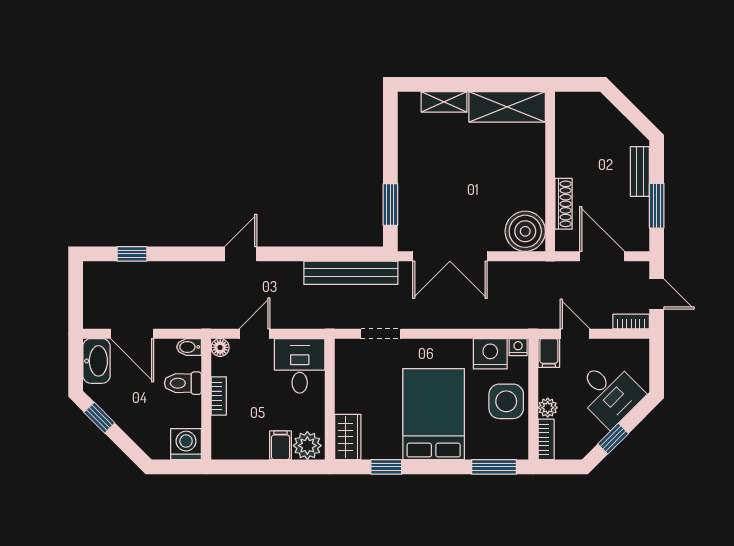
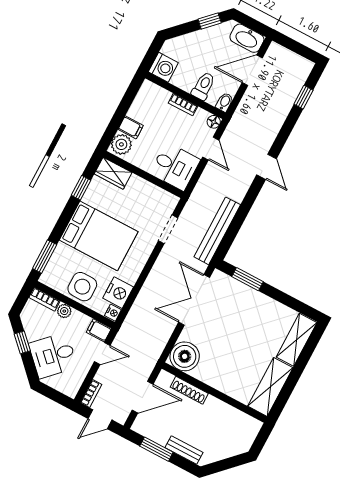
shelving: (444, 102) -> (297, 340), width x1.50, depth x1.33

